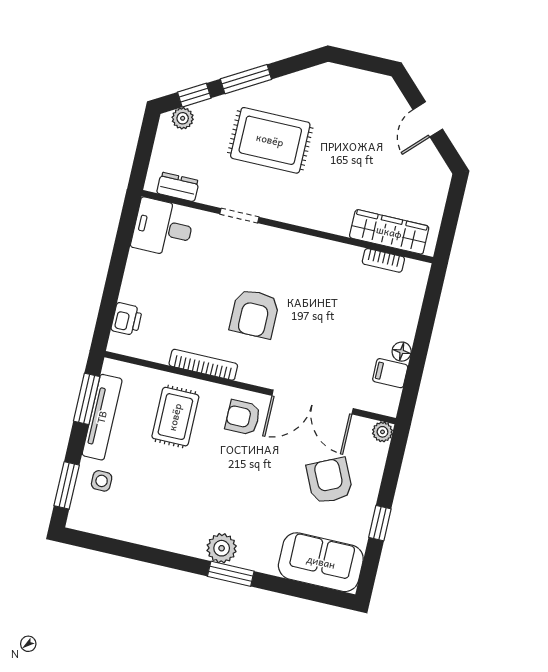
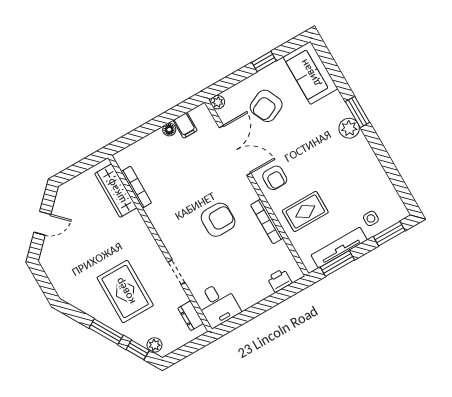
bookcase: (383, 260) -> (136, 187), width x1.56

